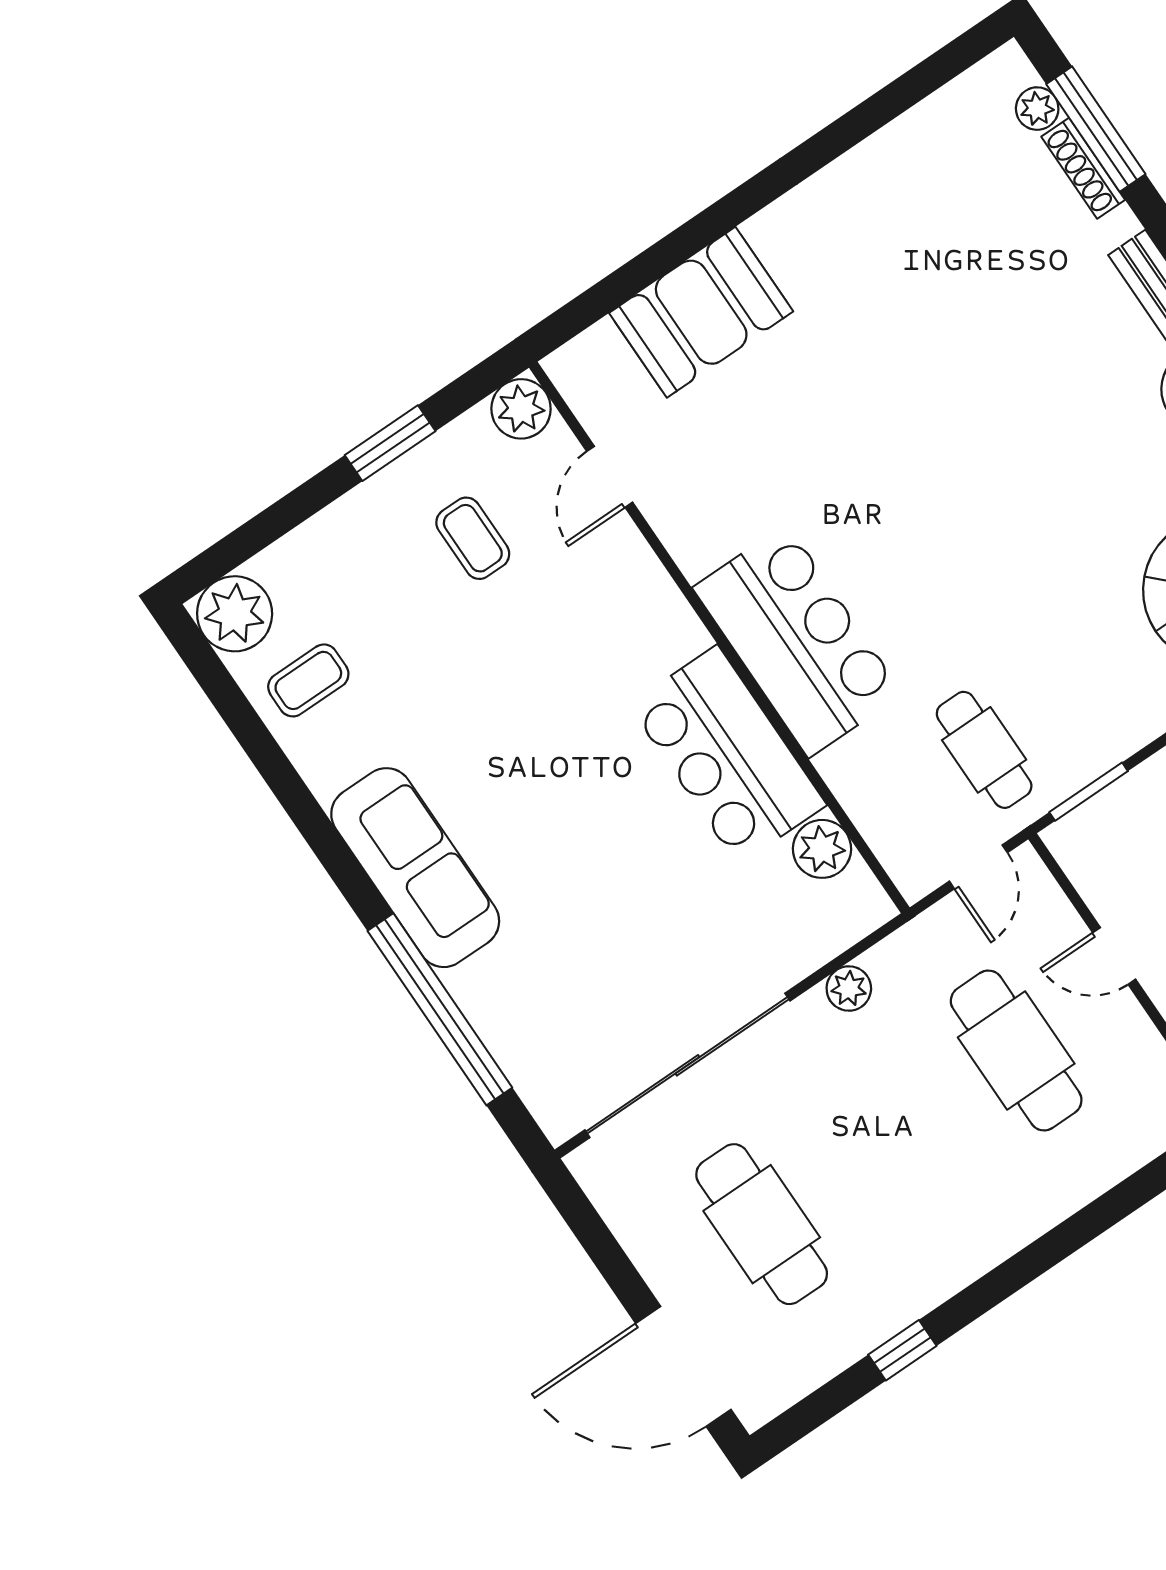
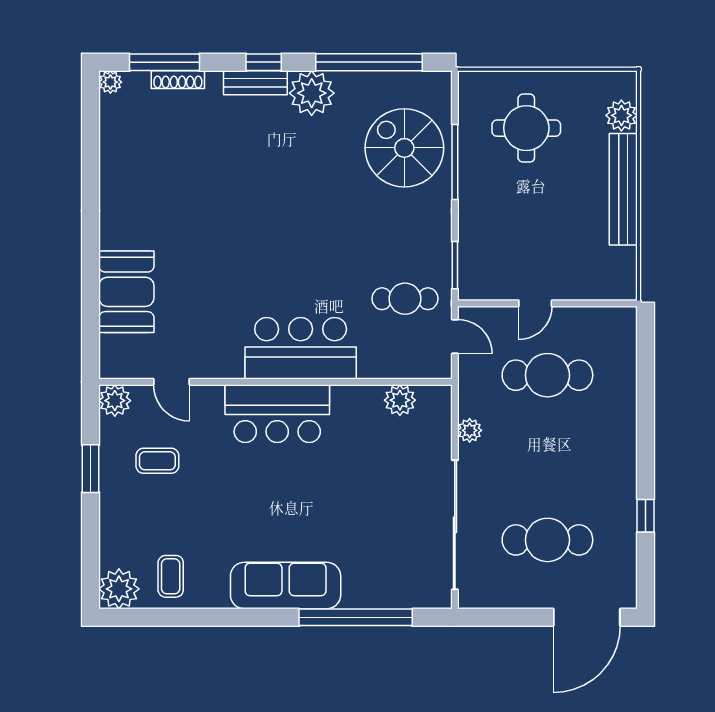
plant: (1037, 109) -> (110, 82), moved
bar counter: (728, 755) -> (277, 414), moved

